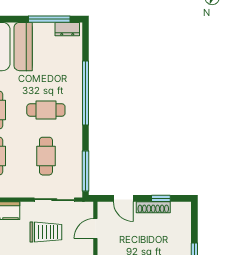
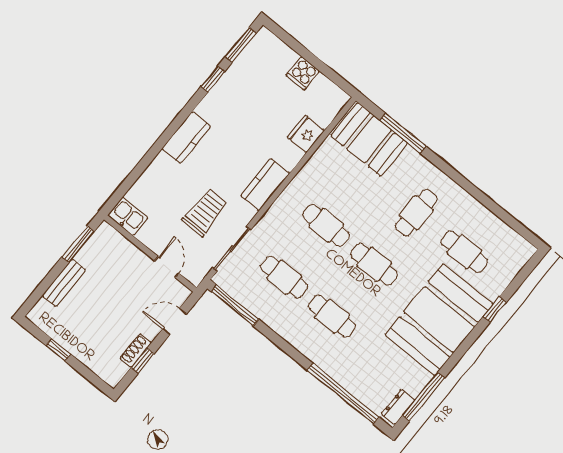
window: (85, 93) -> (343, 394), moved
cafe table: (46, 110) -> (332, 316), turned 90
shoe rack: (153, 207) -> (136, 350), width x0.70
trolley: (46, 232) -> (205, 213), turned 180

